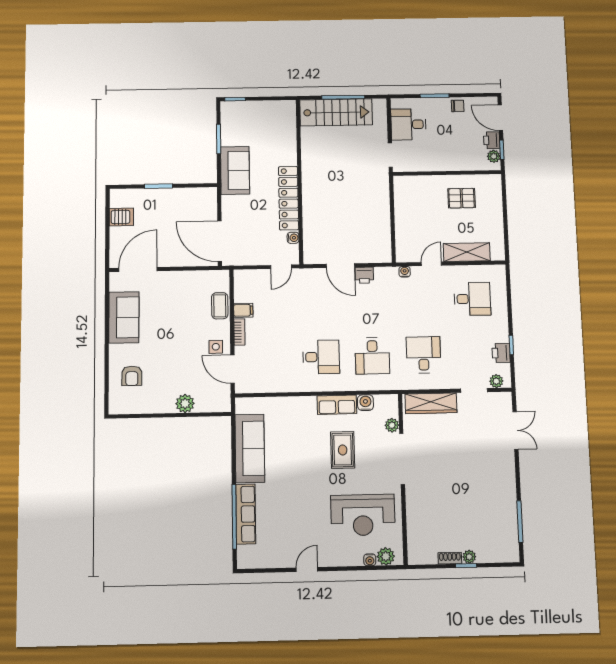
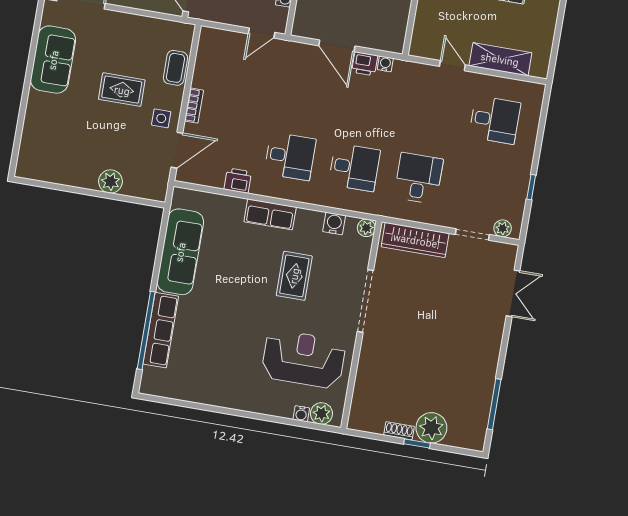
door: (431, 264) -> (452, 66), hinge flipped
water cooler: (405, 272) -> (385, 64), moved
filing cabinet: (243, 310) -> (204, 79), removed
rug: (181, 330) -> (122, 90), added
printer: (501, 353) -> (238, 181), moved, turned 90
desk: (372, 356) -> (354, 167), turned -90
door: (233, 369) -> (177, 150), swing flipped
armchair: (132, 376) -> (51, 135), removed
row of seats: (337, 405) -> (270, 214), moved
plant: (392, 425) -> (366, 228), moved
reception desk: (363, 515) -> (303, 359), turned 180
plant: (469, 557) -> (431, 428), width x1.88, depth x1.88
door: (307, 569) -> (223, 410), removed

